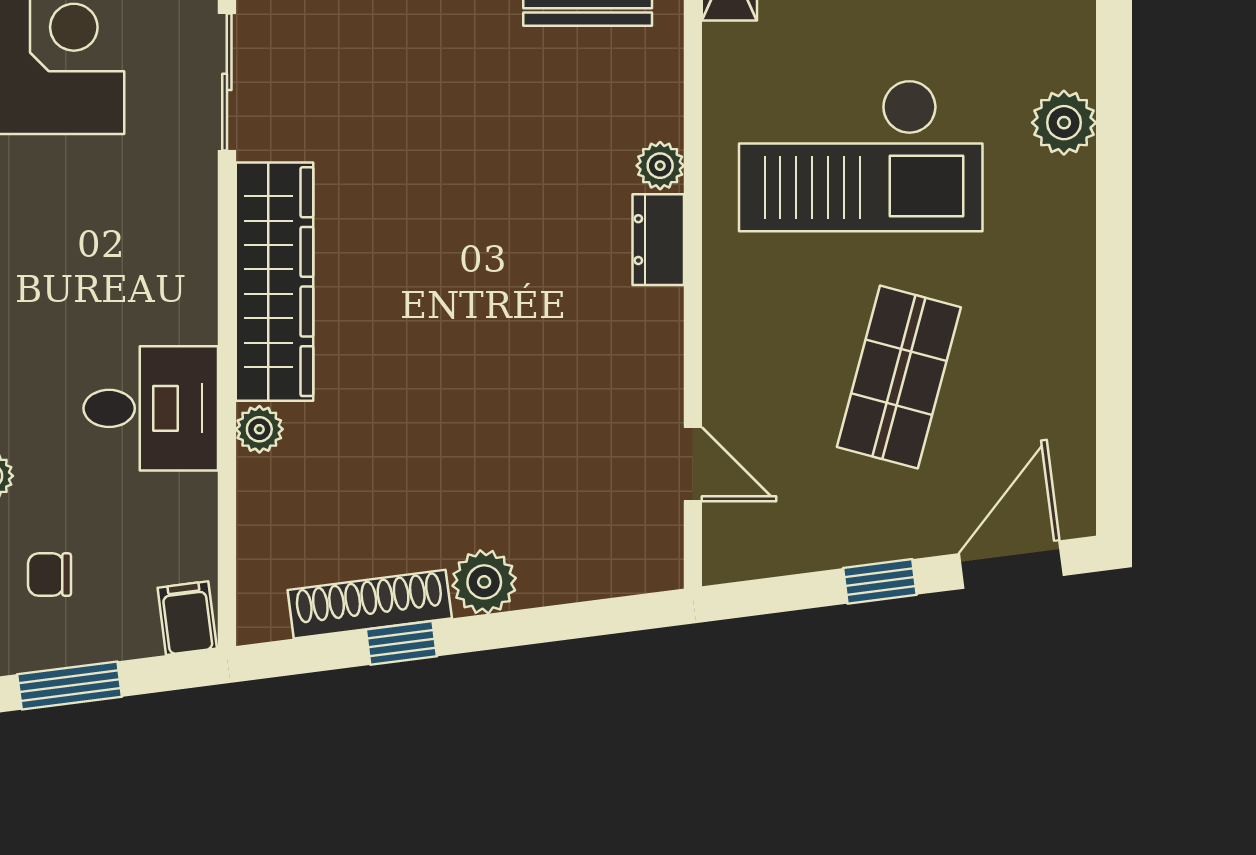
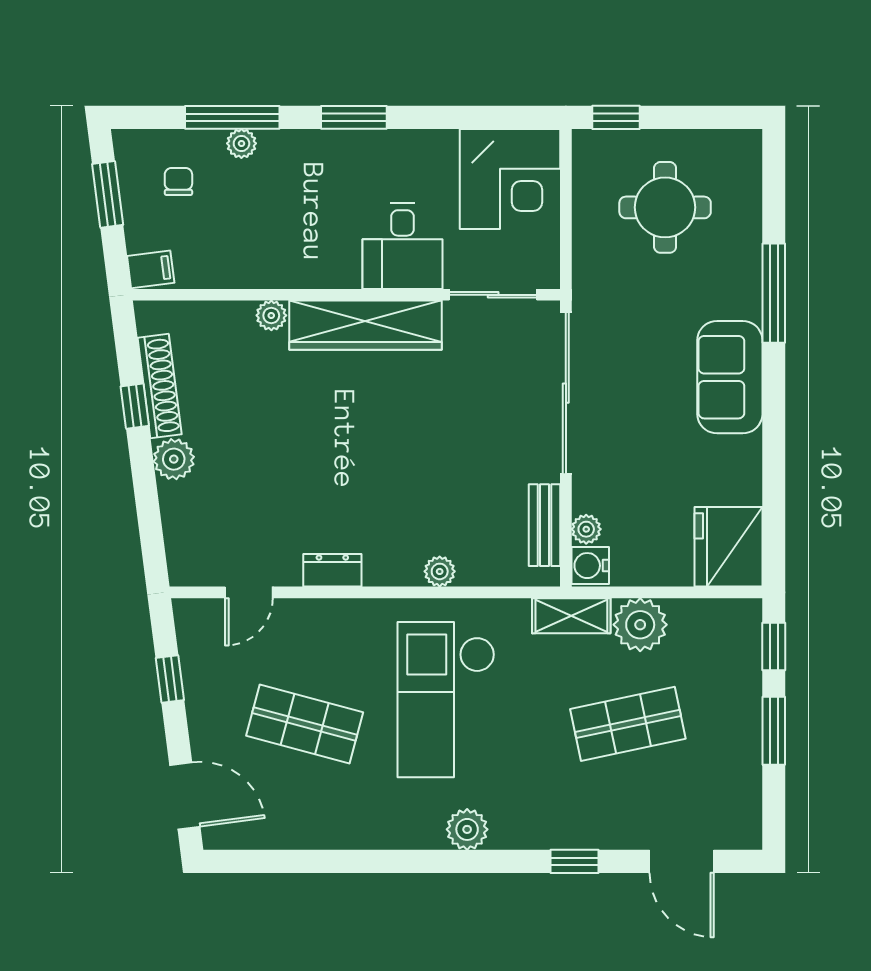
dresser: (658, 240) -> (332, 570), moved
desk: (151, 408) -> (402, 246), moved
window: (880, 581) -> (170, 679), moved

